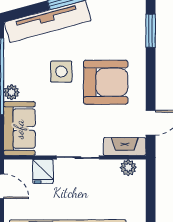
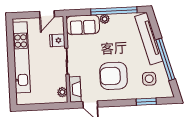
side table: (61, 72) -> (149, 79), moved
armchair: (106, 82) -> (114, 76), turned 90

